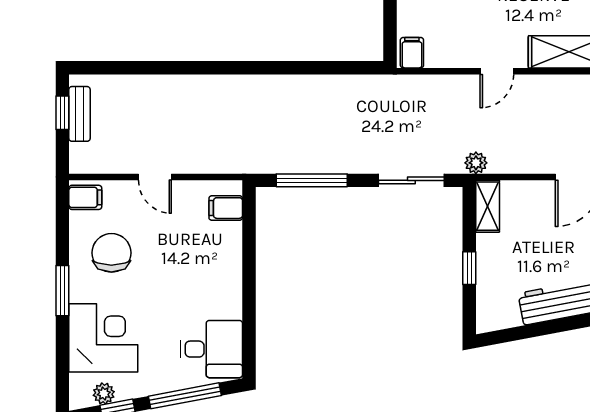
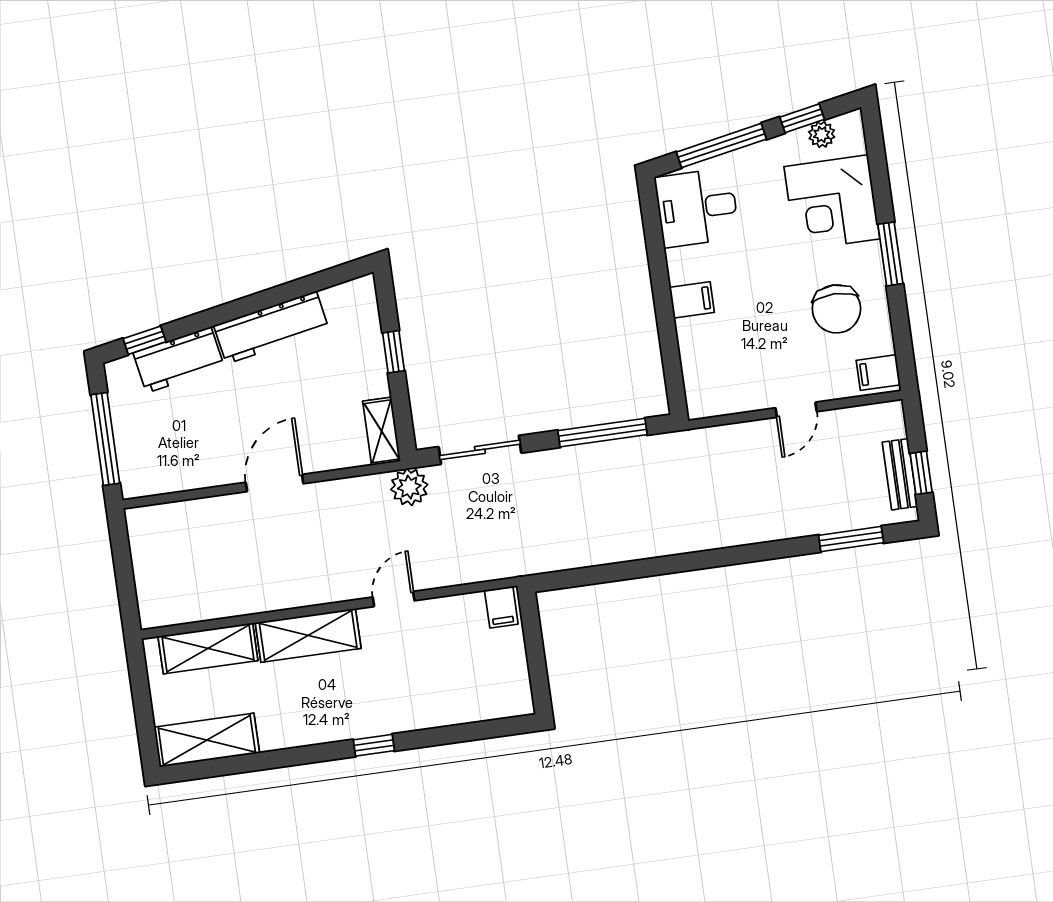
window: (126, 68) -> (851, 539), added
plant: (476, 163) -> (409, 487), width x1.38, depth x1.38
door: (155, 177) -> (796, 410), swing flipped
filing cabinet: (226, 208) -> (692, 300), moved

